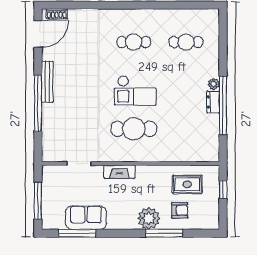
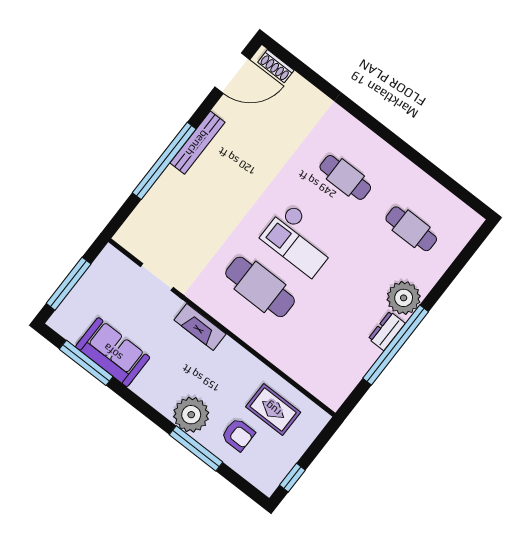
plant: (214, 84) -> (404, 298), width x1.87, depth x1.87
window: (223, 190) -> (292, 478), moved

